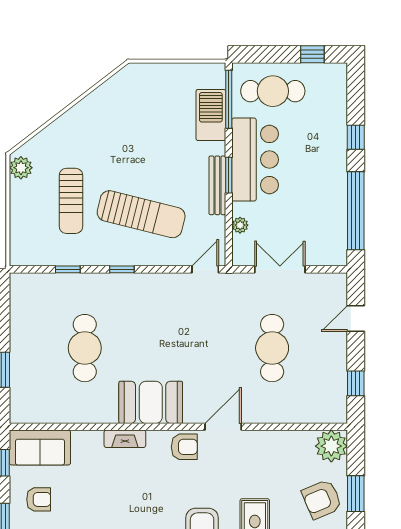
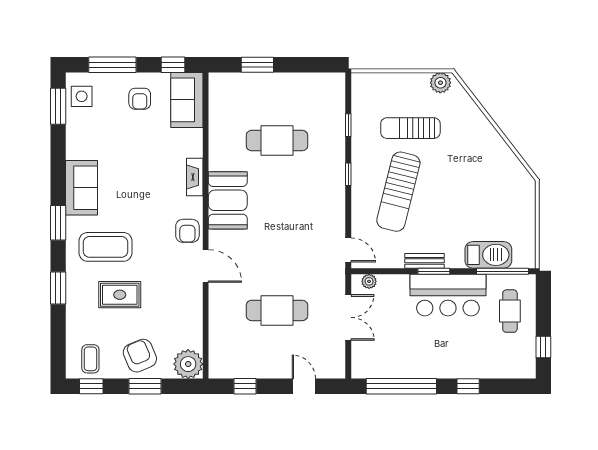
cafe table: (273, 91) -> (510, 311), width x0.73, depth x0.74
bench: (217, 185) -> (425, 261), width x0.73
plant: (240, 225) -> (369, 281), moved

